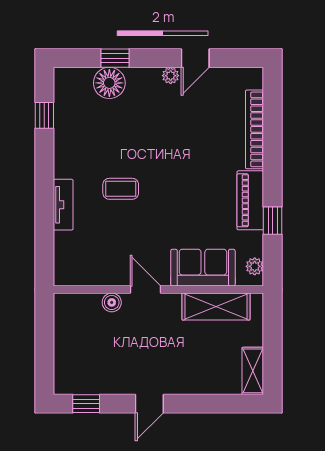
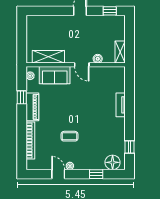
door: (195, 58) -> (58, 174), hinge flipped
floor lamp: (109, 83) -> (113, 162), moved
coffee table: (121, 189) -> (69, 136), moved
shelving: (253, 371) -> (120, 52), moved

